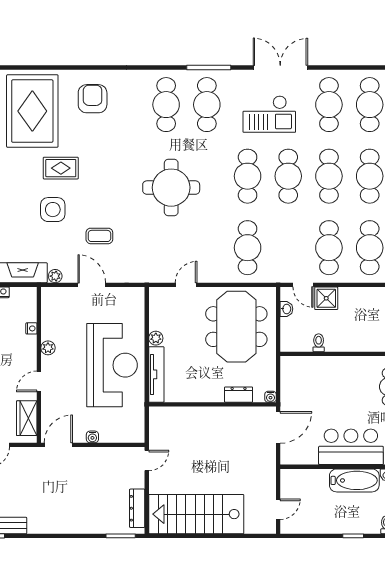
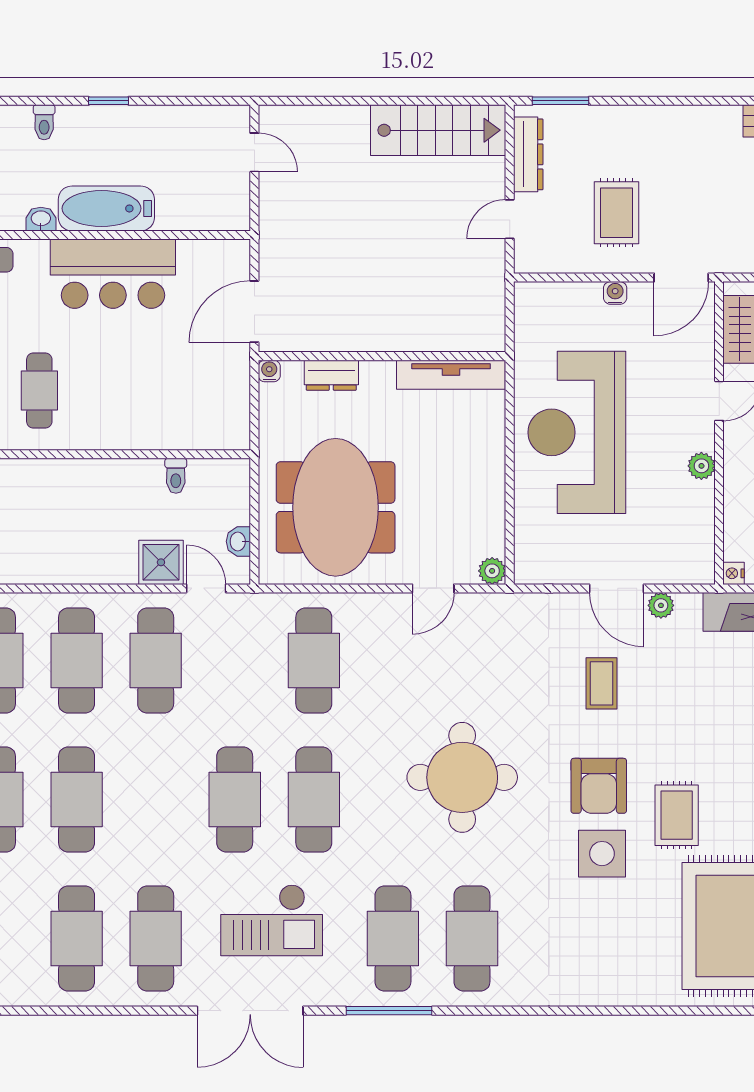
armchair: (93, 99) -> (599, 786), moved
checkout: (269, 114) -> (272, 920), turned 180
rug: (61, 168) -> (677, 815), turned 90
cafe table: (329, 176) -> (156, 800), removed
side table: (53, 210) -> (602, 854), moved
coffee table: (99, 236) -> (602, 683), turned 90
plant: (55, 276) -> (661, 605), moved
nightstand: (31, 328) -> (734, 573), moved
plant: (156, 338) -> (492, 571), moved
tv unit: (156, 374) -> (451, 375), moved, turned -90
door: (147, 460) -> (510, 219), moved
rug: (92, 478) -> (617, 213), added
door: (278, 509) -> (254, 152), swing flipped
stairs: (196, 514) -> (438, 130), width x0.73, depth x0.66

